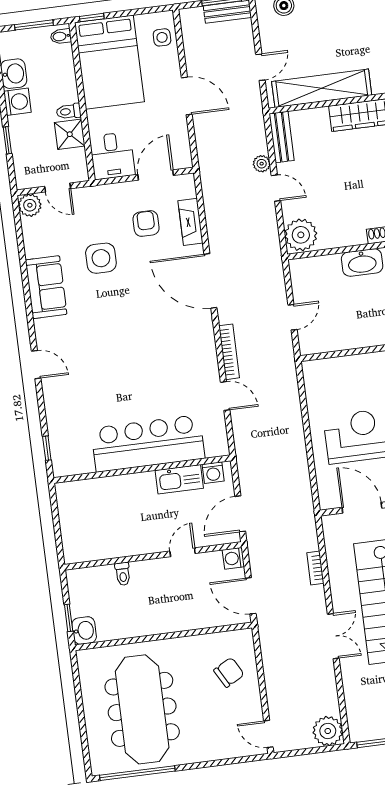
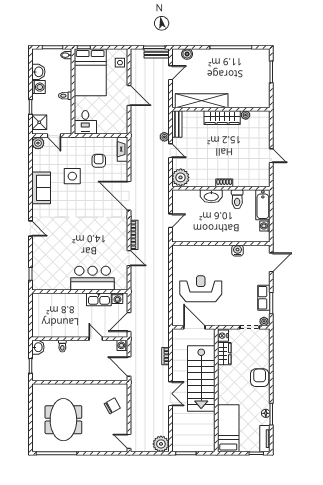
door: (260, 67) -> (170, 73), moved
shower: (70, 134) -> (39, 122), moved
door: (156, 175) -> (107, 136), removed
fireplace: (190, 222) -> (123, 149), moved
bar counter: (148, 443) -> (93, 278), width x0.73
door: (183, 552) -> (96, 339), hinge flipped
washbasin: (84, 631) -> (38, 347), moved
meeting table: (142, 709) -> (63, 420), width x0.73

